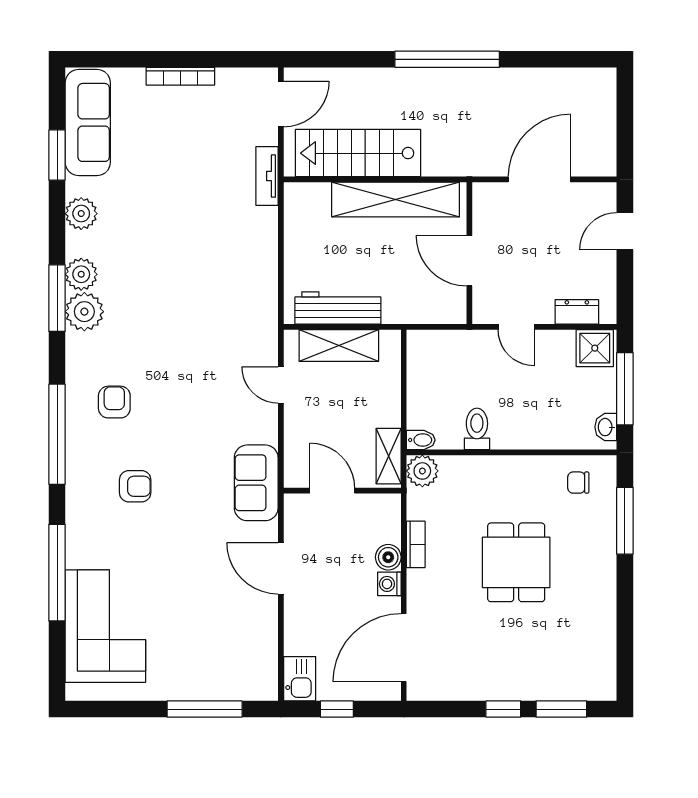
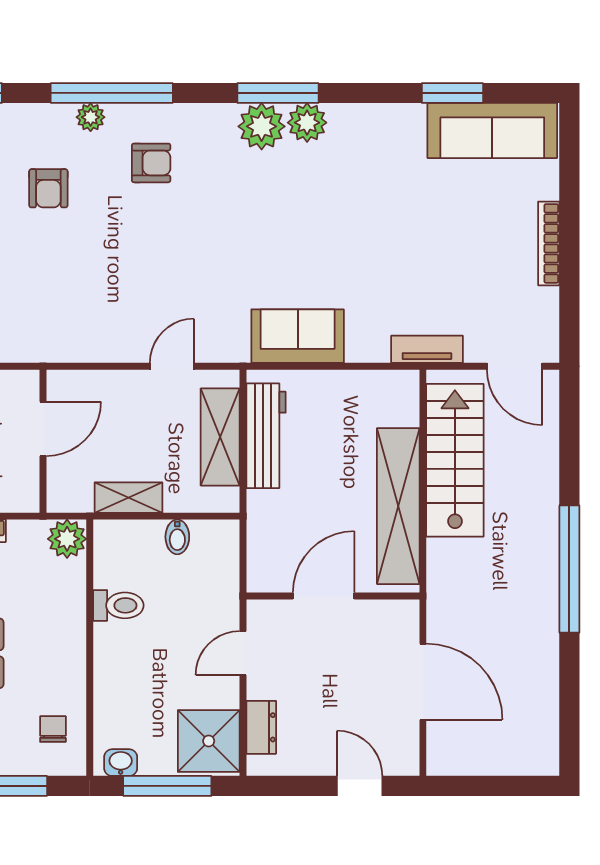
plant: (81, 214) -> (91, 117), moved, width x0.73, depth x0.73
shower: (595, 348) -> (209, 741), width x1.36, depth x1.36
bidet: (421, 440) -> (177, 537), moved
shelving: (389, 456) -> (128, 498), moved
sofa: (256, 483) -> (298, 336), moved

